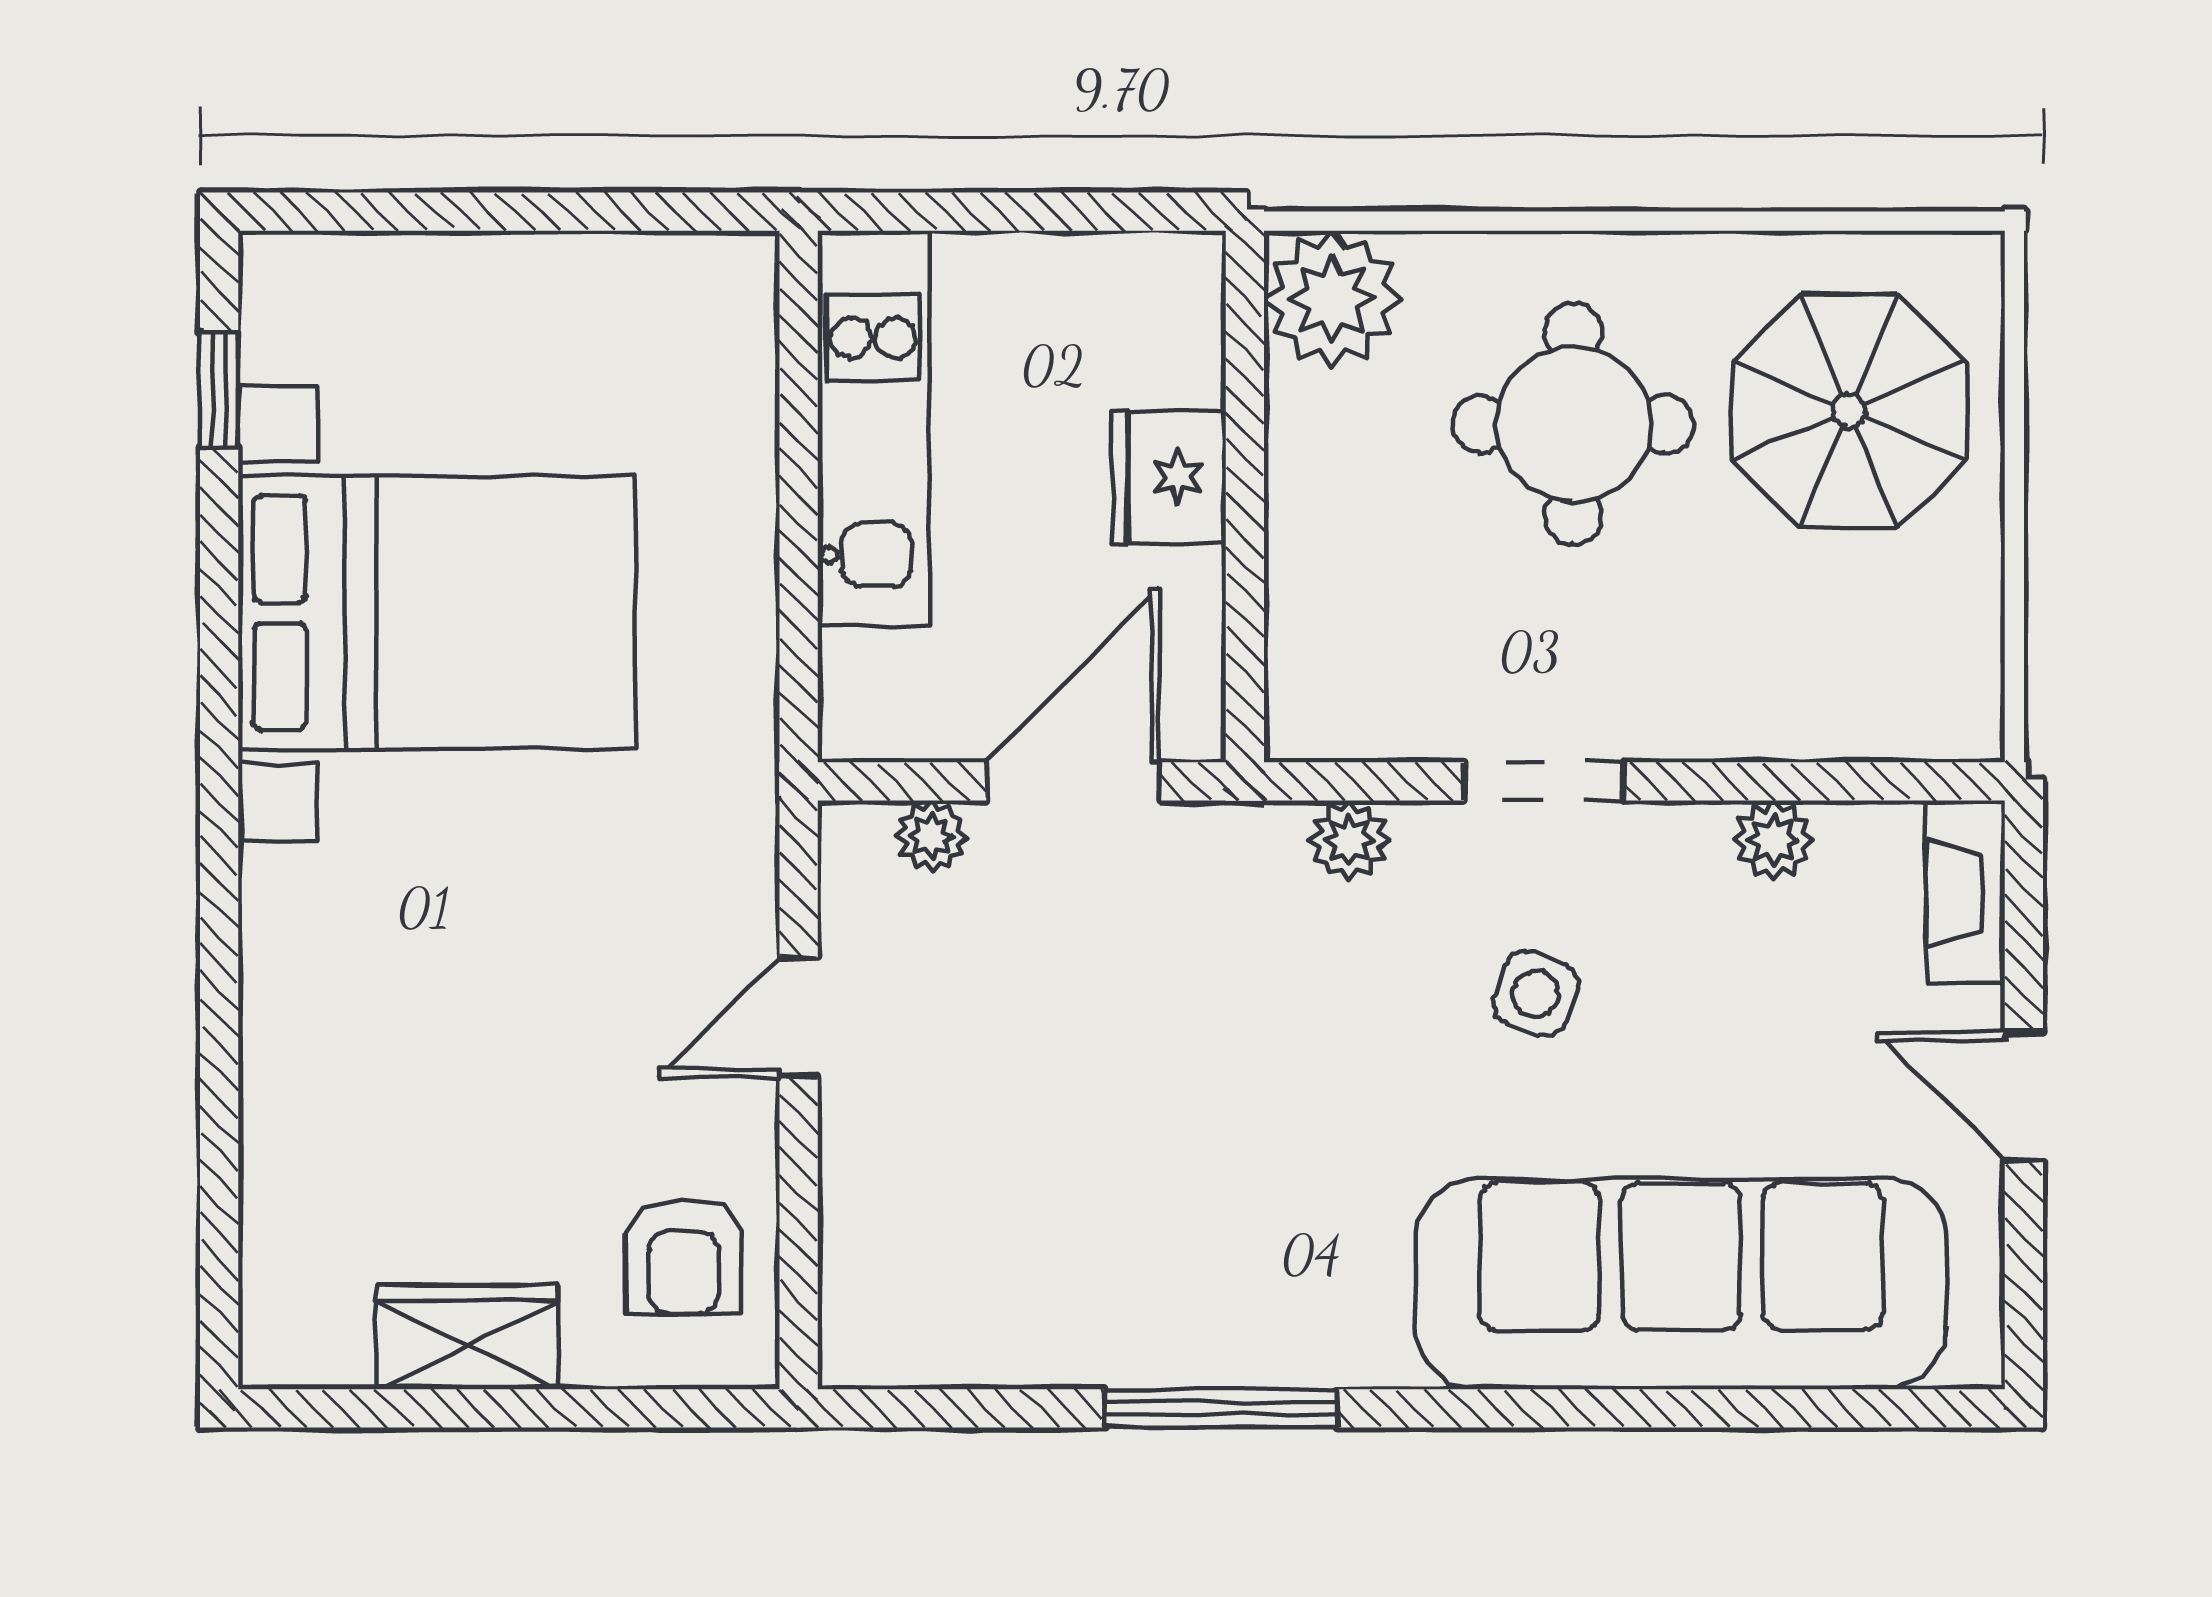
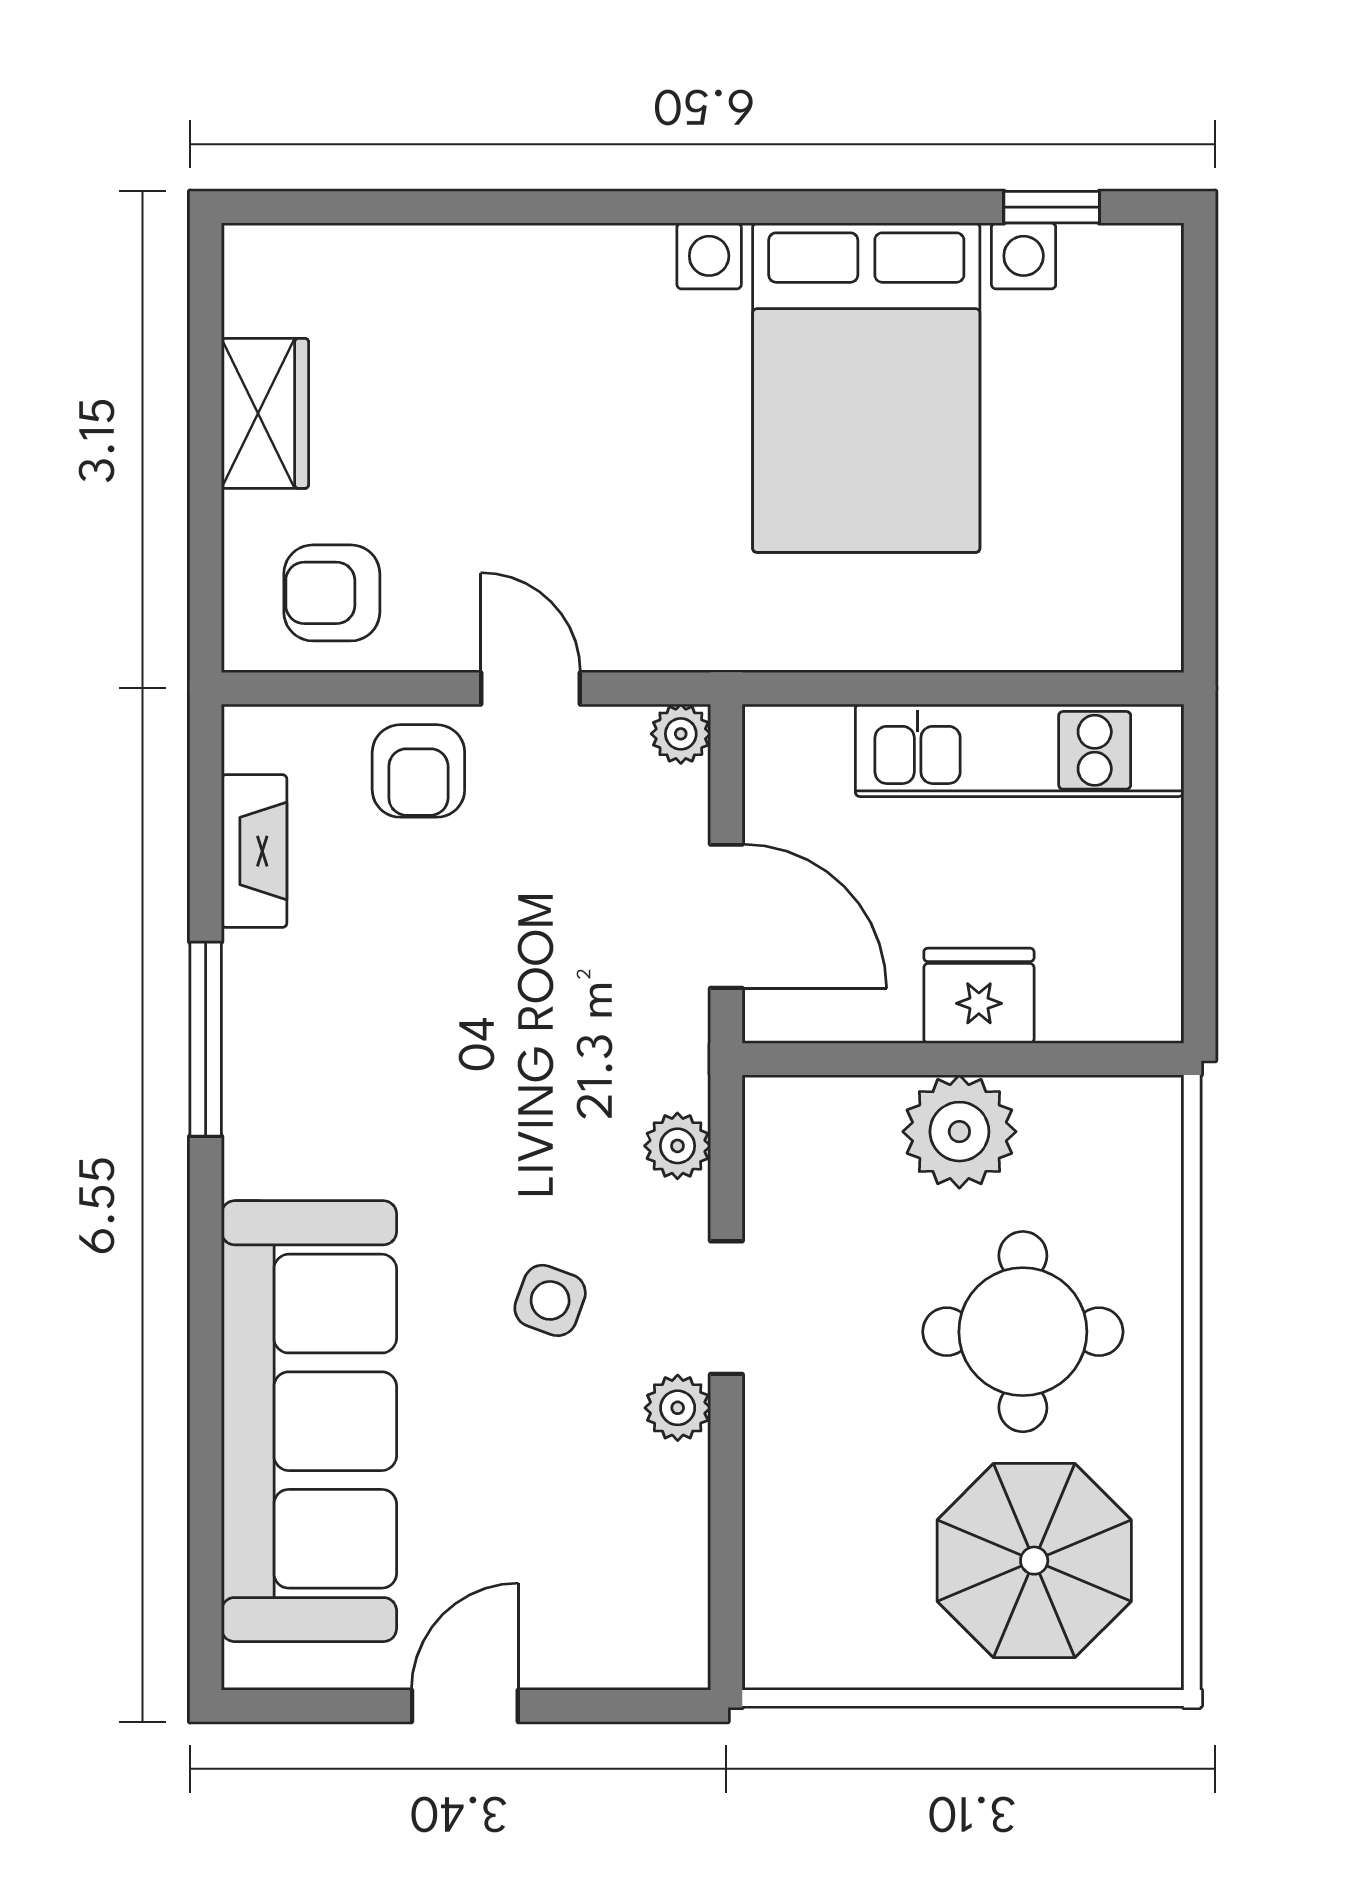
plant: (1332, 299) -> (959, 1132), moved
plant: (932, 836) -> (681, 734), moved
plant: (1774, 840) -> (678, 1408), moved
fireplace: (1965, 892) -> (254, 851), moved, turned 90
armchair: (898, 1152) -> (418, 771), added

